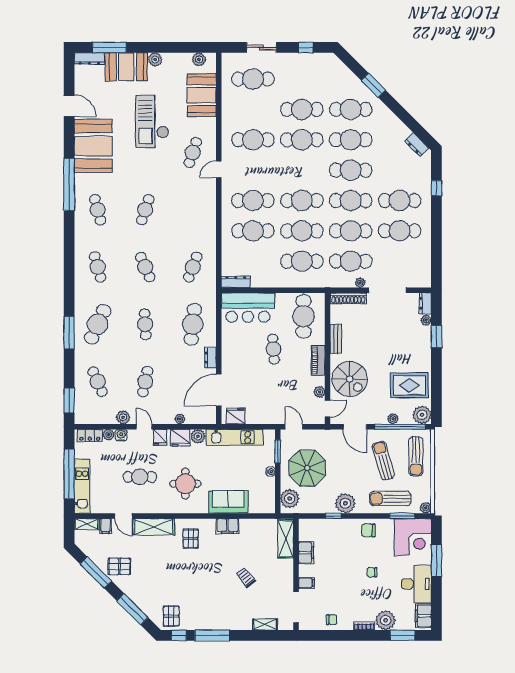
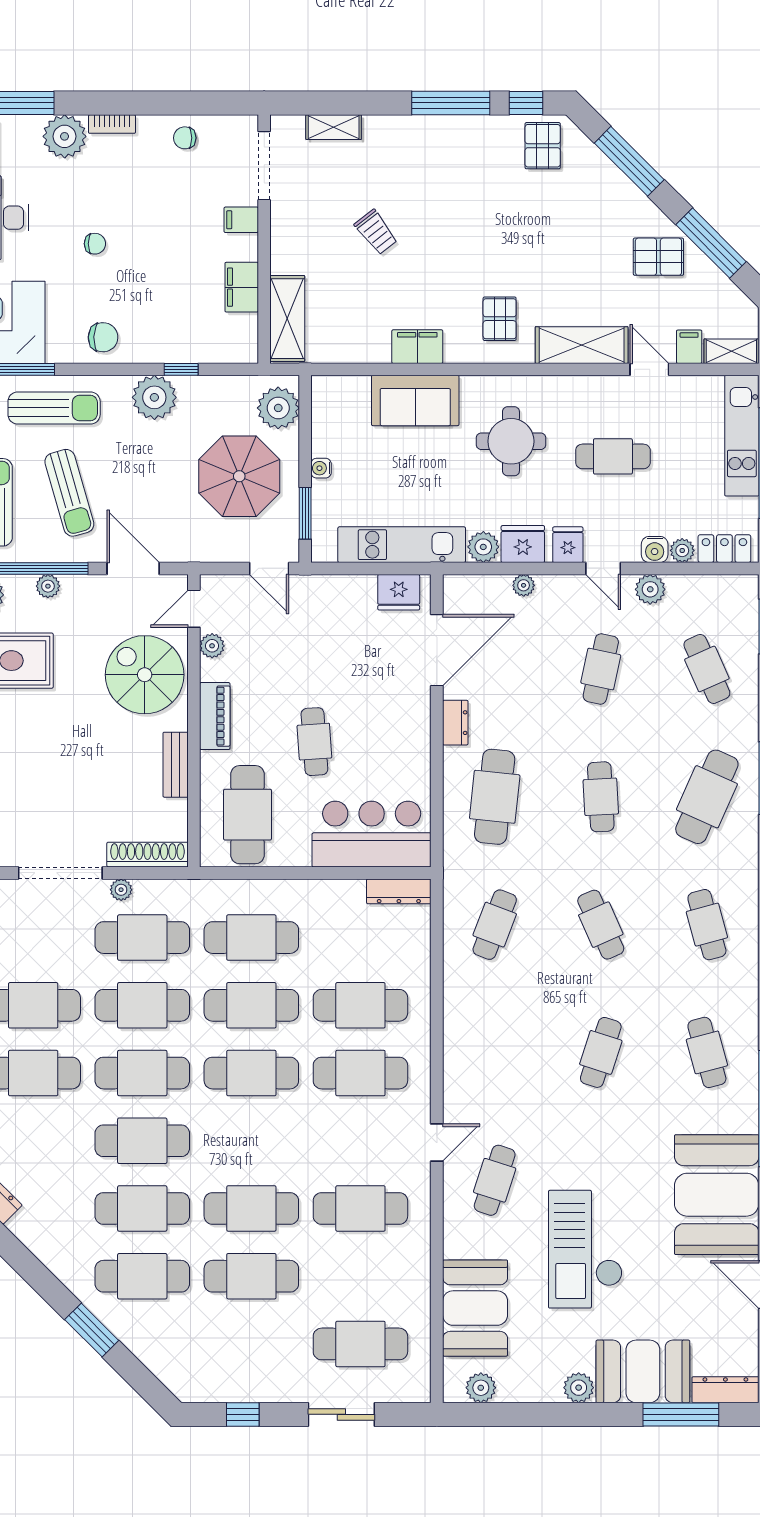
checkout: (152, 122) -> (585, 1249), turned 180

